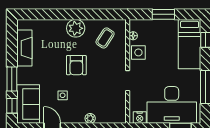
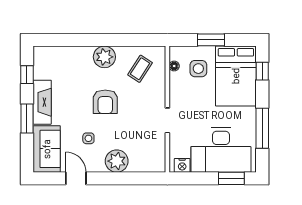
bed: (190, 44) -> (236, 76), width x1.50
fireplace: (24, 48) -> (42, 102), moved
side table: (138, 52) -> (198, 69), moved
window: (12, 106) -> (27, 75), moved
plant: (90, 118) -> (117, 161), width x1.87, depth x1.87

